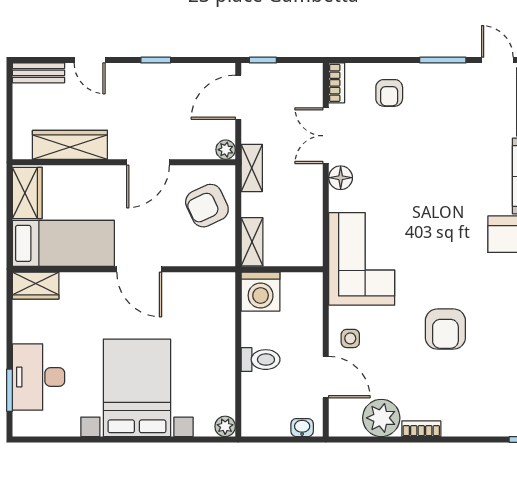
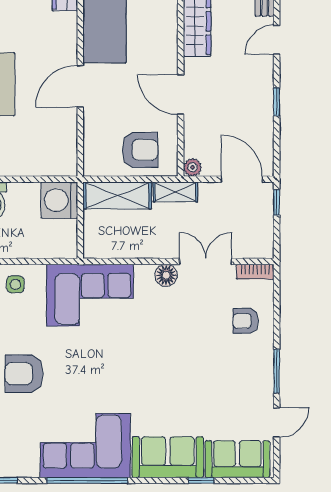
armchair: (207, 206) -> (140, 150), turned 115
shelving: (252, 242) -> (117, 196), width x1.50, depth x1.33

